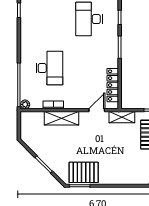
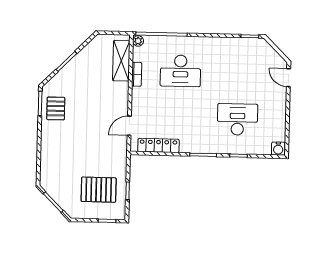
door: (97, 110) -> (129, 126), swing flipped
shelving: (122, 117) -> (120, 155), removed
shelving: (61, 118) -> (121, 61), moved
pallet: (84, 172) -> (56, 108), width x0.67, depth x0.71

